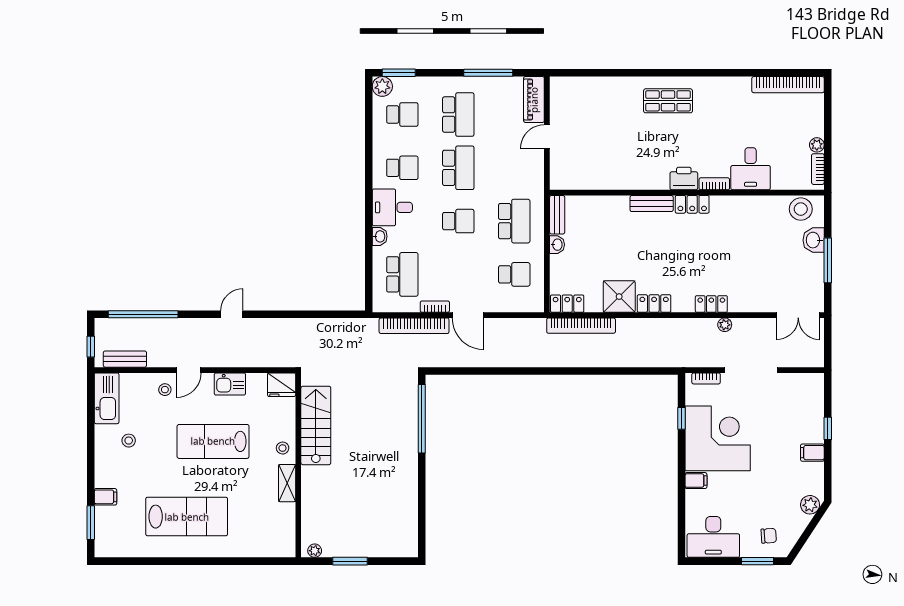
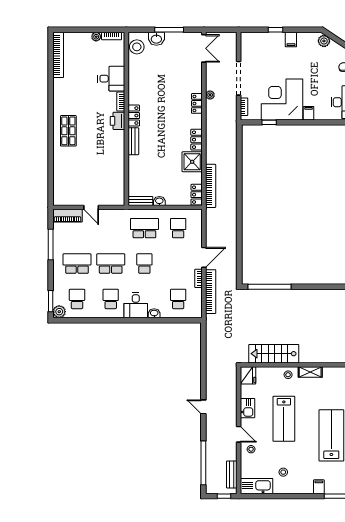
school desk: (402, 274) -> (178, 299), width x0.54

